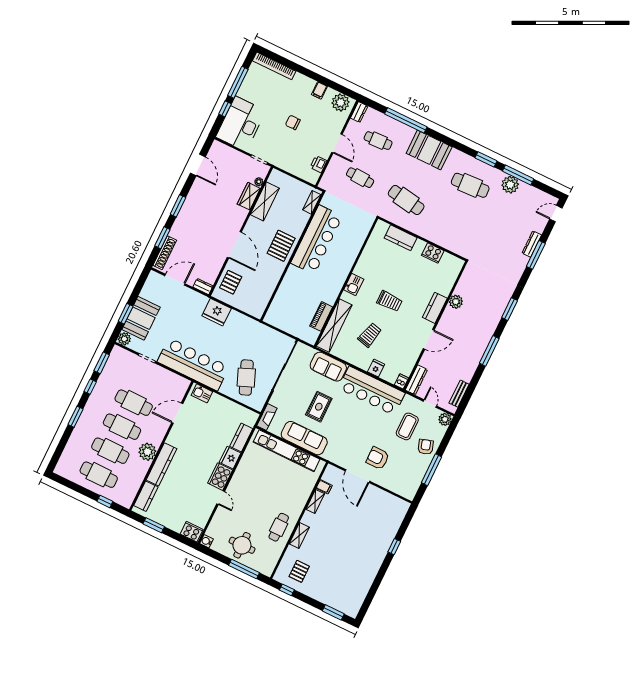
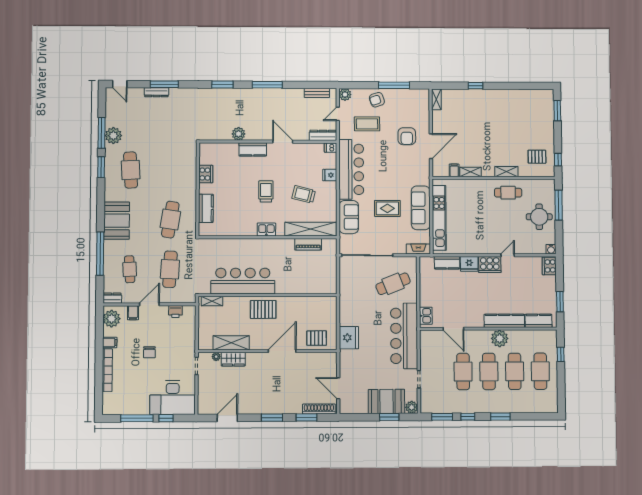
bookcase: (274, 66) -> (107, 370), moved
filing cabinet: (336, 125) -> (133, 313), added
cafe table: (360, 178) -> (170, 269), width x1.37, depth x1.35
dresser: (203, 286) -> (332, 361), removed
shelving: (399, 503) -> (436, 99), added

